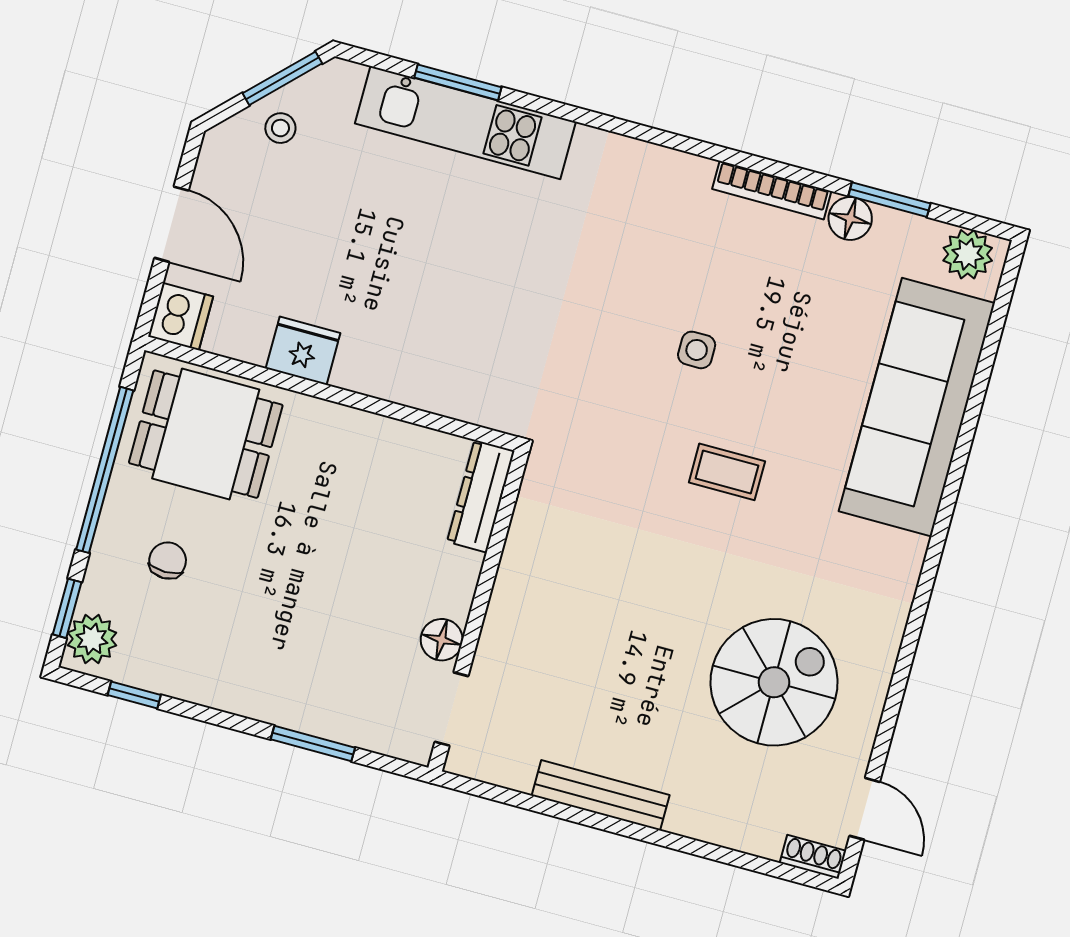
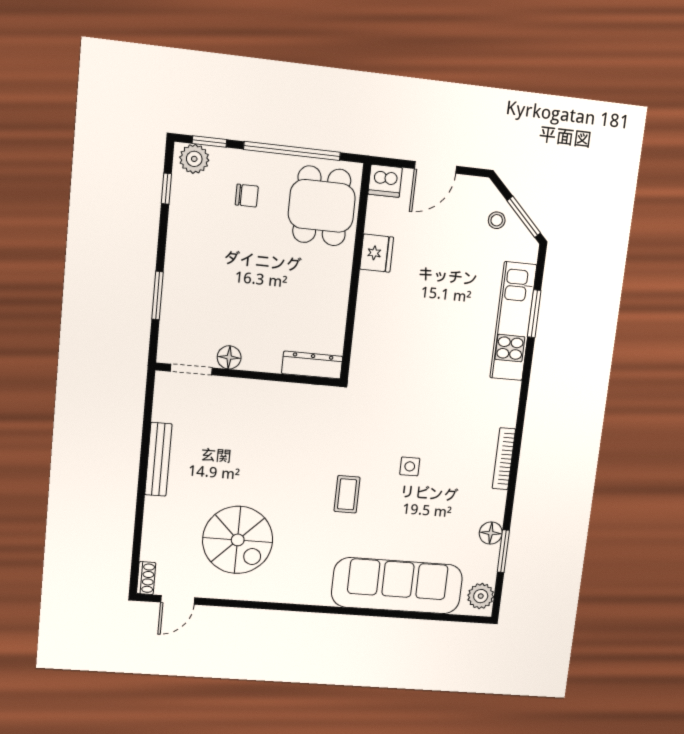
bookcase: (772, 190) -> (504, 459), moved

